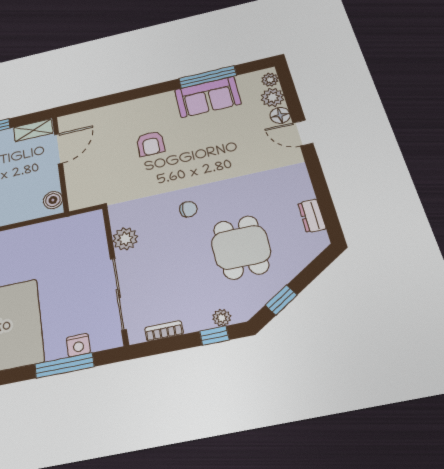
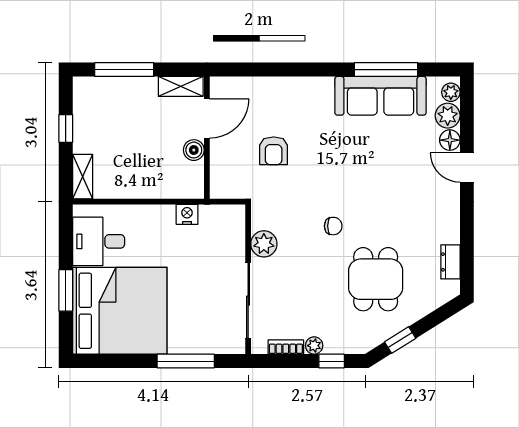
sofa: (208, 97) -> (380, 96), width x1.36
armchair: (151, 144) -> (274, 151), moved
boiler: (53, 200) -> (194, 150), moved
plant: (222, 318) -> (314, 346), moved
nightstand: (78, 345) -> (187, 214), moved, turned 180

